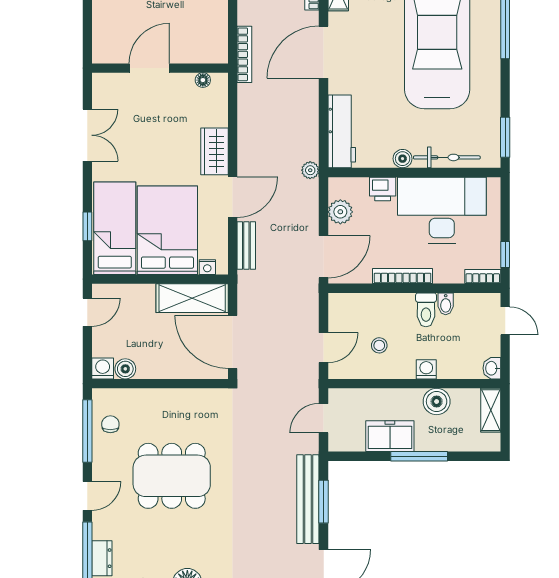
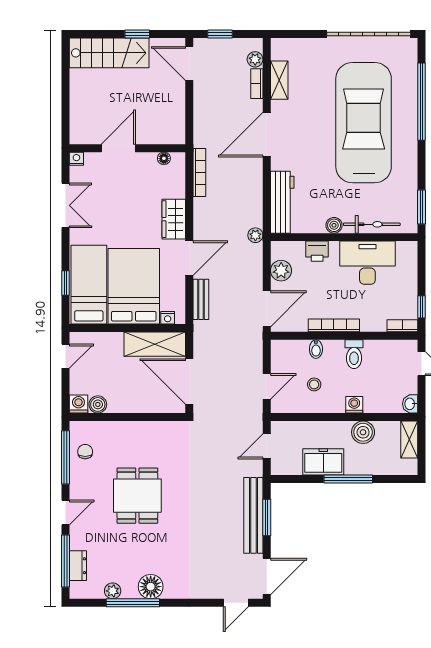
bookcase: (244, 54) -> (199, 172), moved
nightstand: (100, 80) -> (76, 159), added
desk: (442, 210) -> (367, 263), width x0.73, depth x0.77
bidet: (446, 304) -> (316, 349), moved
dining table: (172, 476) -> (137, 496), width x0.73

